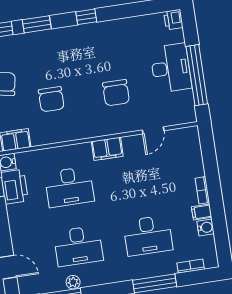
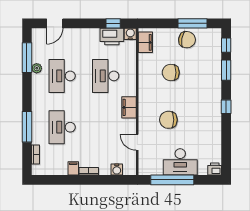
water cooler: (206, 227) -> (117, 170), moved

